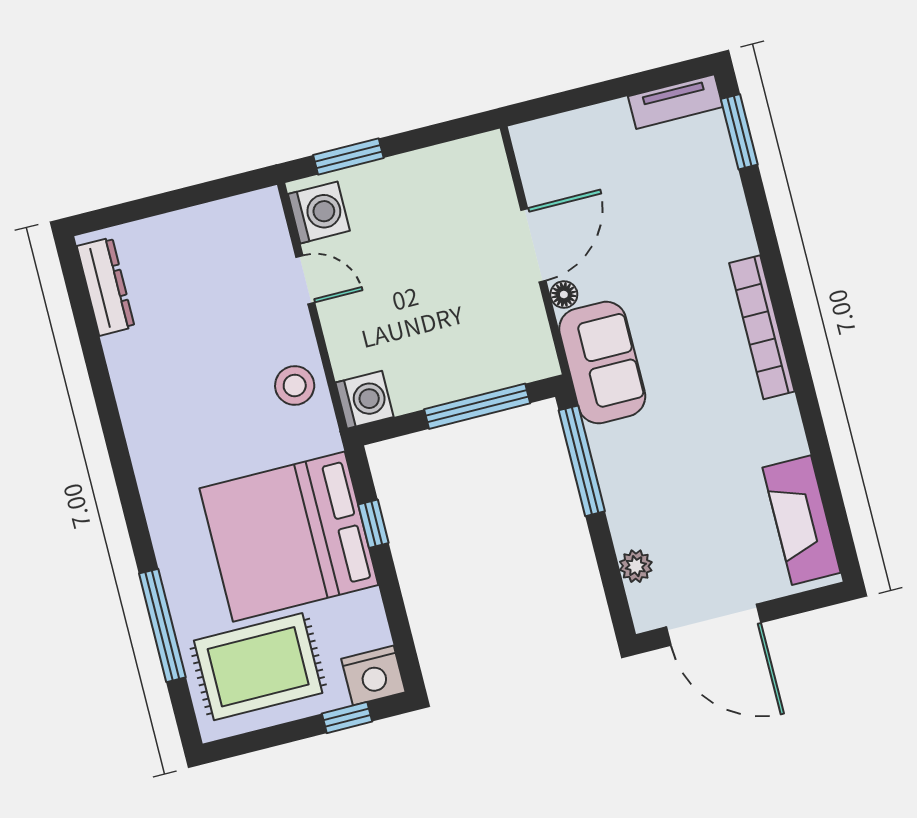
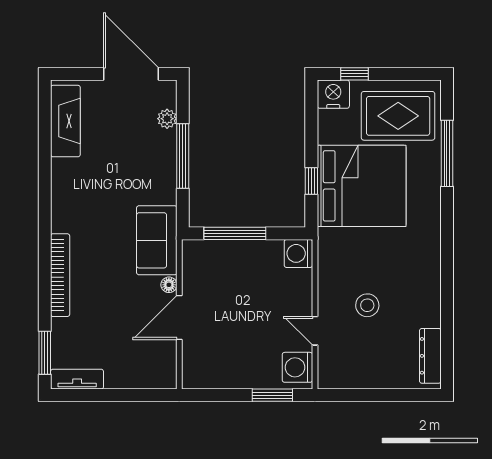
bookcase: (762, 327) -> (60, 275), moved
stool: (295, 385) -> (367, 305), moved
window: (582, 461) -> (183, 156), moved

